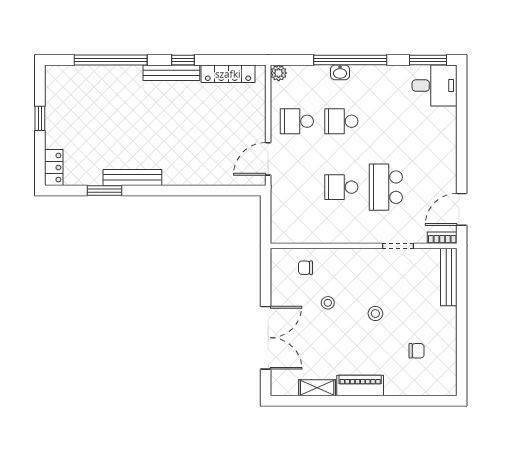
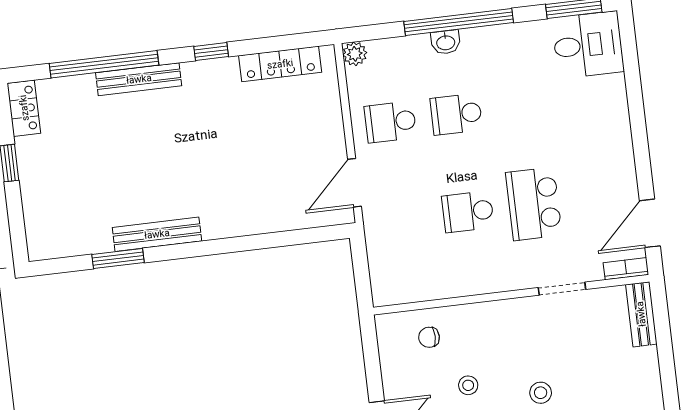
bench: (171, 73) -> (139, 79), moved
locker: (54, 168) -> (24, 108), moved
bench: (449, 277) -> (641, 314), width x0.73

